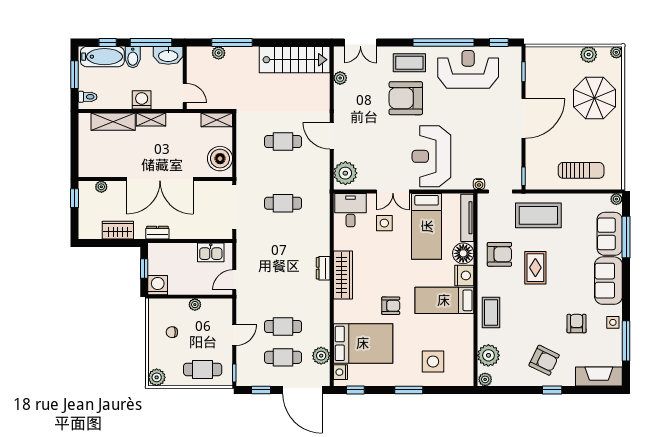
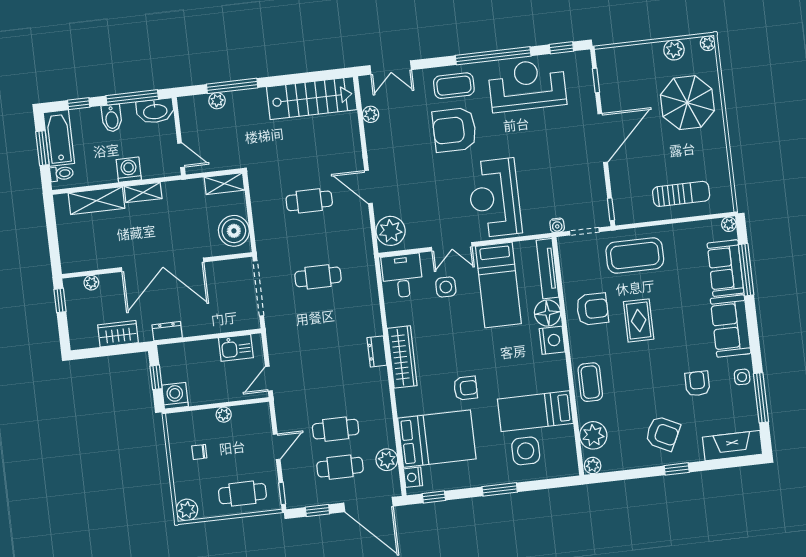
bathtub: (102, 57) -> (59, 138), moved, turned -90
bed: (444, 300) -> (535, 411), moved

